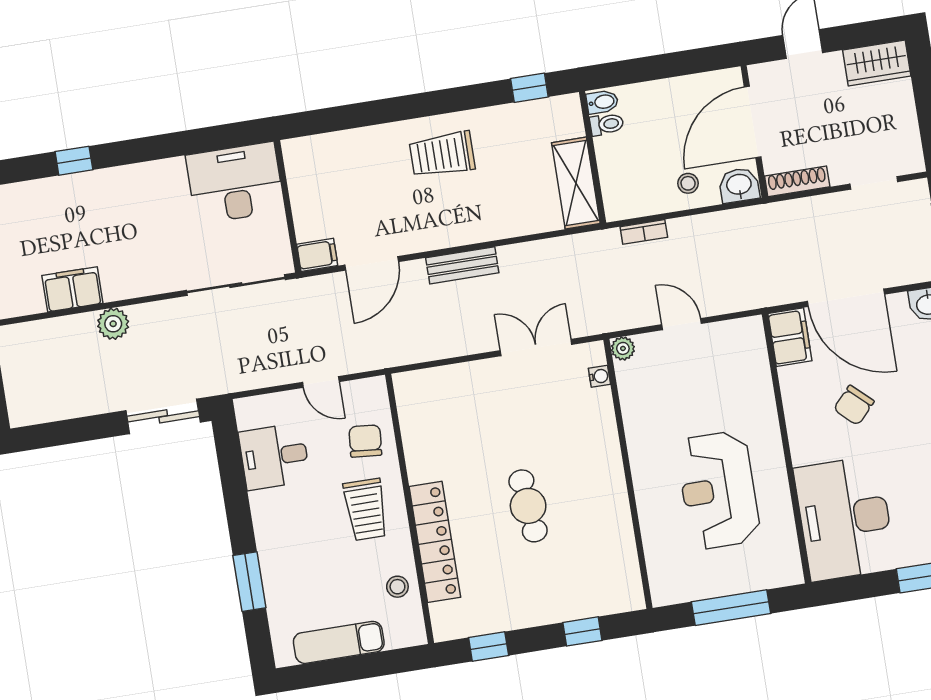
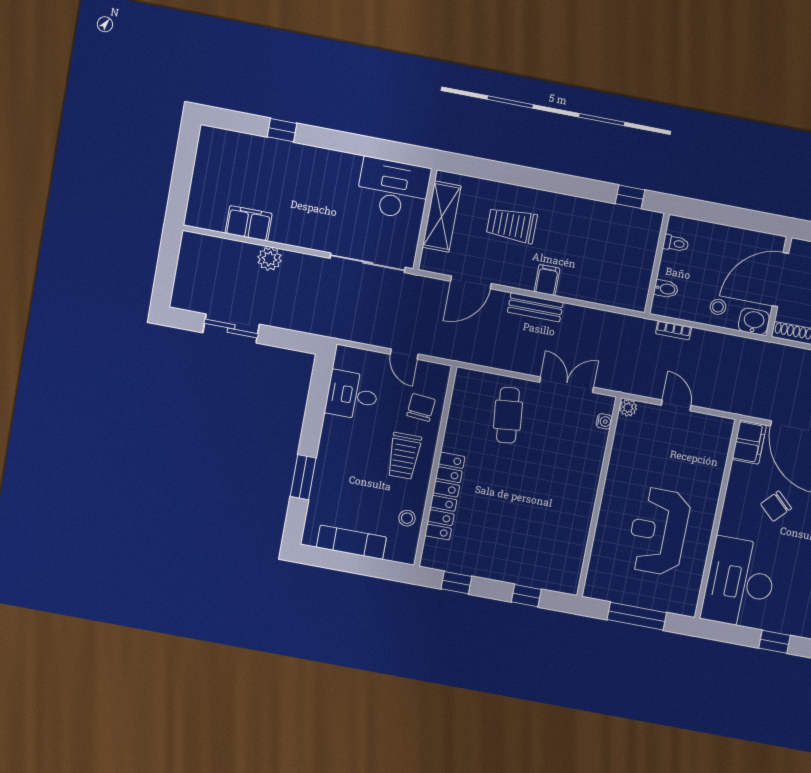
bidet: (602, 102) -> (666, 289), moved
trolley: (442, 154) -> (512, 225), moved
shelving: (576, 183) -> (442, 217), moved
filing cabinet: (317, 255) -> (547, 280), moved, turned -90
sliding door: (163, 416) -> (231, 328), moved
cafe table: (528, 506) -> (508, 415), moved

